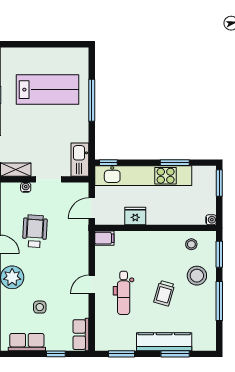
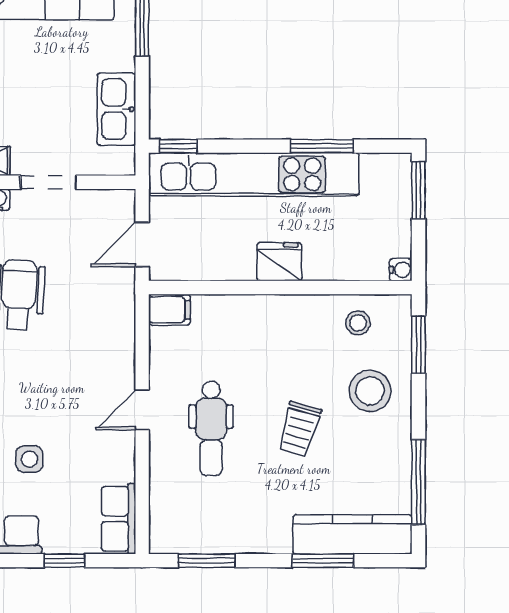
kitchen sink: (80, 160) -> (116, 109), moved
fridge: (135, 216) -> (279, 262), moved
window: (219, 301) -> (418, 482), moved
kitchen counter: (164, 342) -> (352, 534), moved

